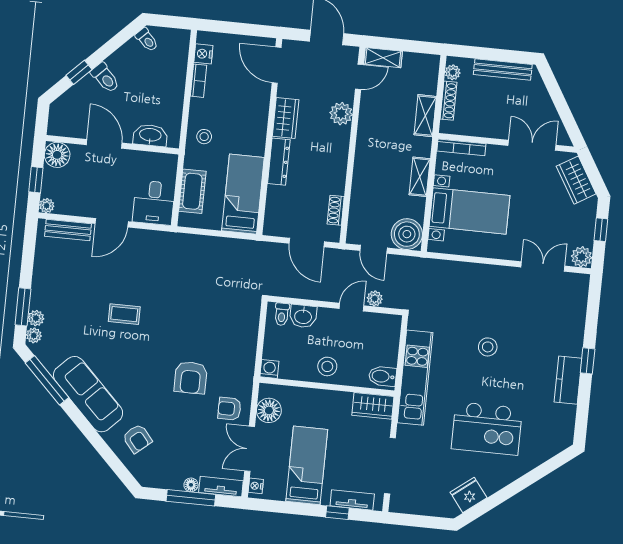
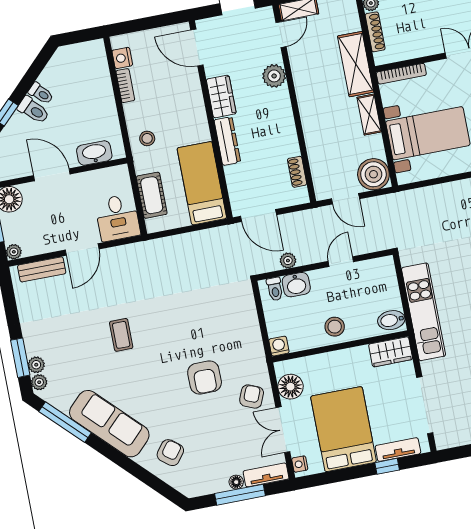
toilet: (147, 40) -> (41, 93), moved
shelving: (425, 116) -> (356, 64), width x1.50, depth x1.33
door: (307, 242) -> (258, 216), moved
plant: (375, 299) -> (288, 261), moved
coffee table: (124, 314) -> (121, 335), turned 90
armchair: (229, 409) -> (252, 397), turned 112
armchair: (137, 439) -> (170, 453), turned -103
bed: (307, 465) -> (344, 429), width x1.50

